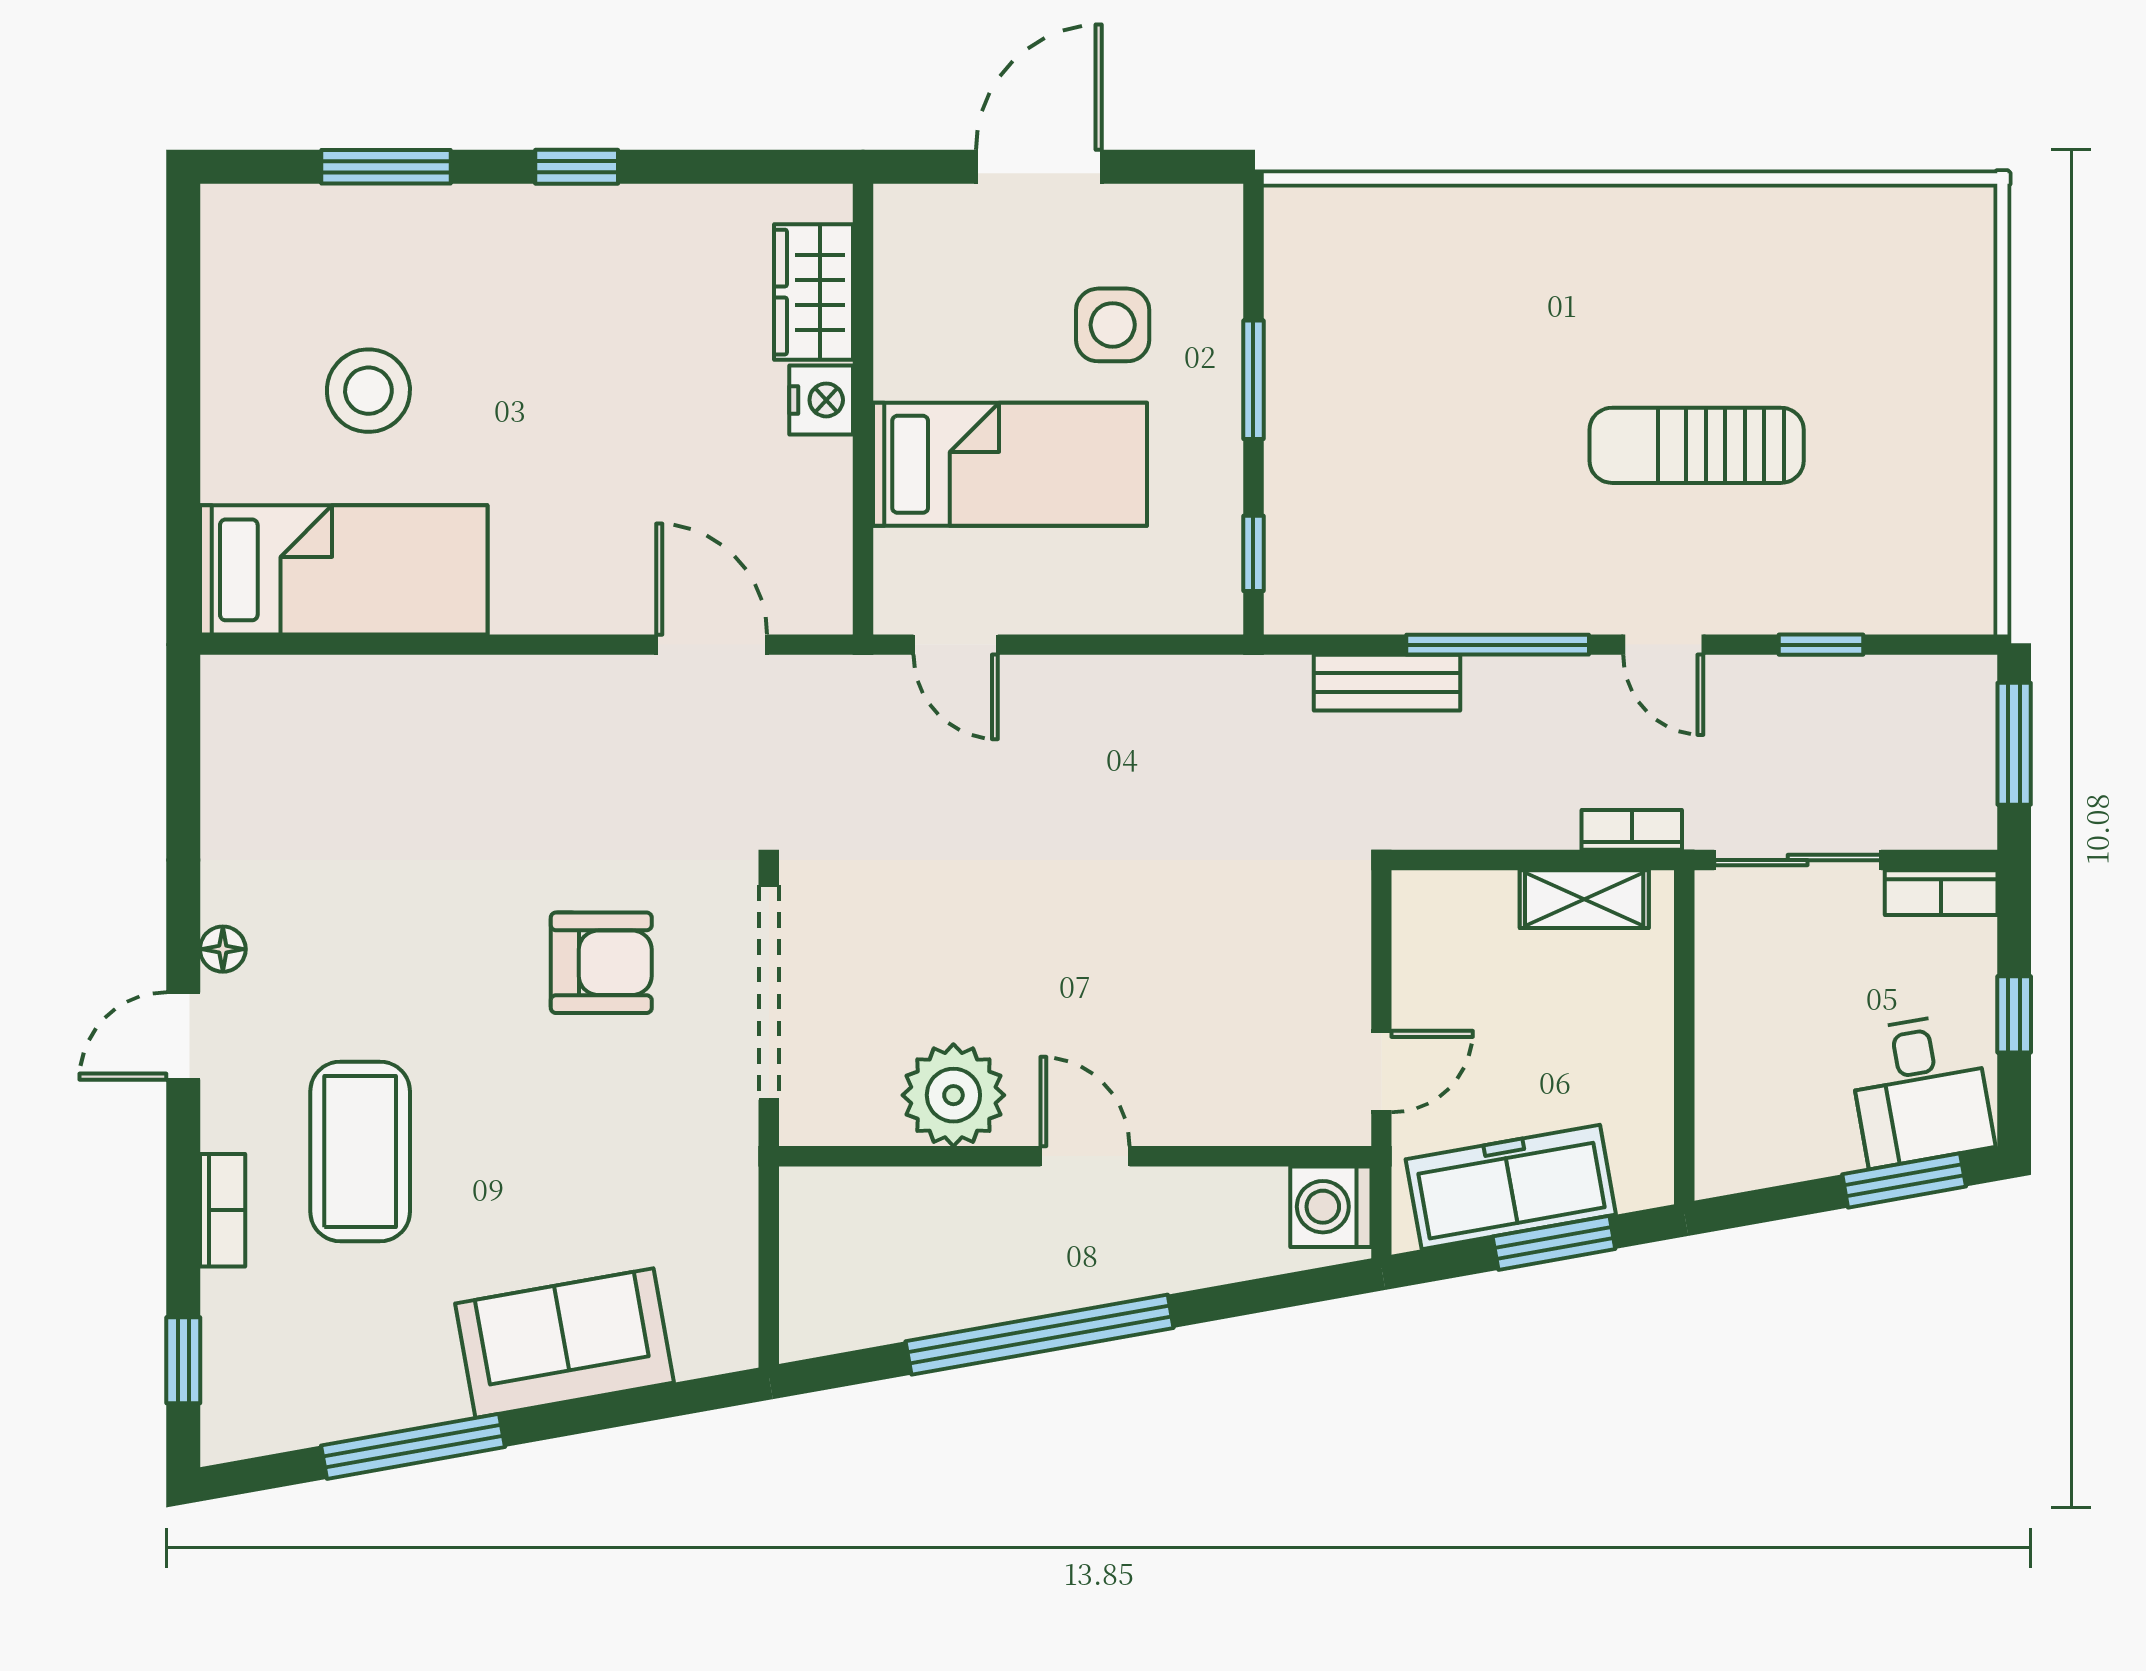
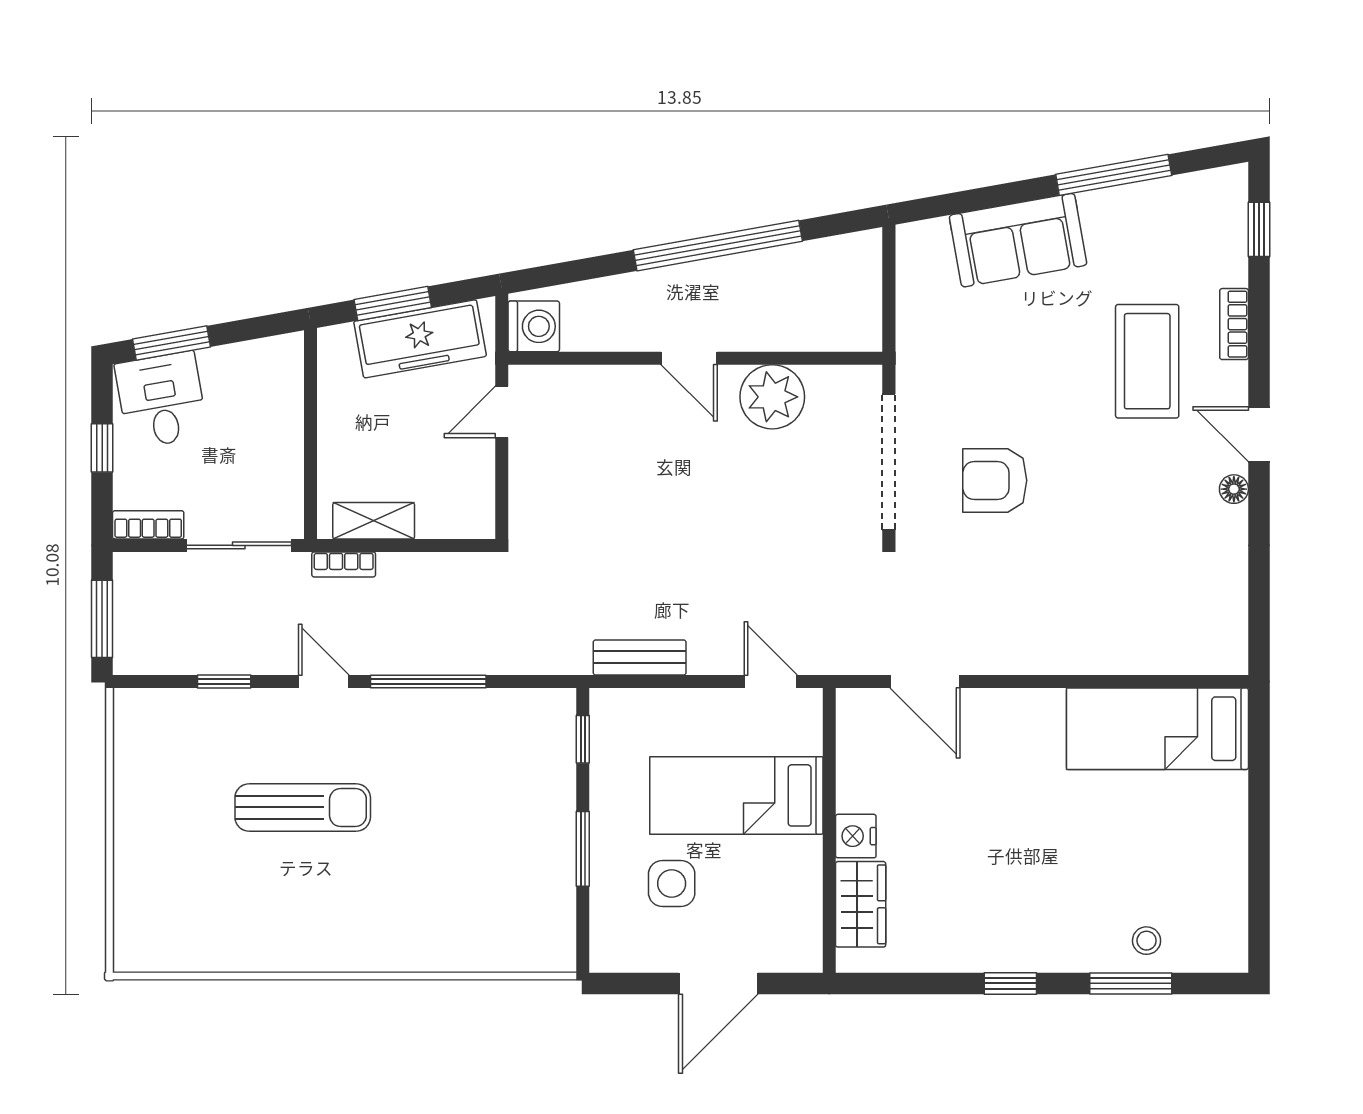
stool: (368, 391) -> (1147, 941), moved, width x0.53, depth x0.53
bench: (1387, 683) -> (640, 657), moved
door: (183, 1036) -> (1259, 434), swing flipped

